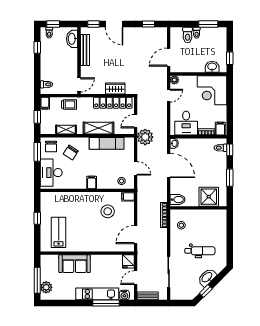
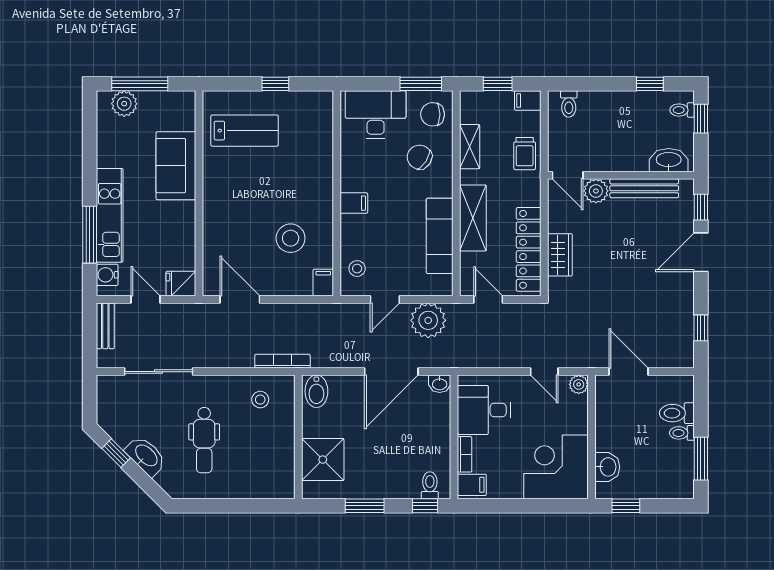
plant: (86, 72) -> (596, 191), added
plant: (145, 137) -> (428, 320), moved

